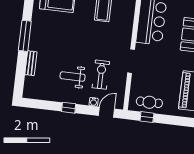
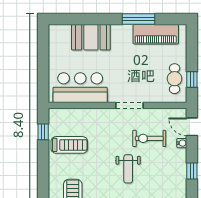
weight bench: (73, 77) -> (128, 169), moved

